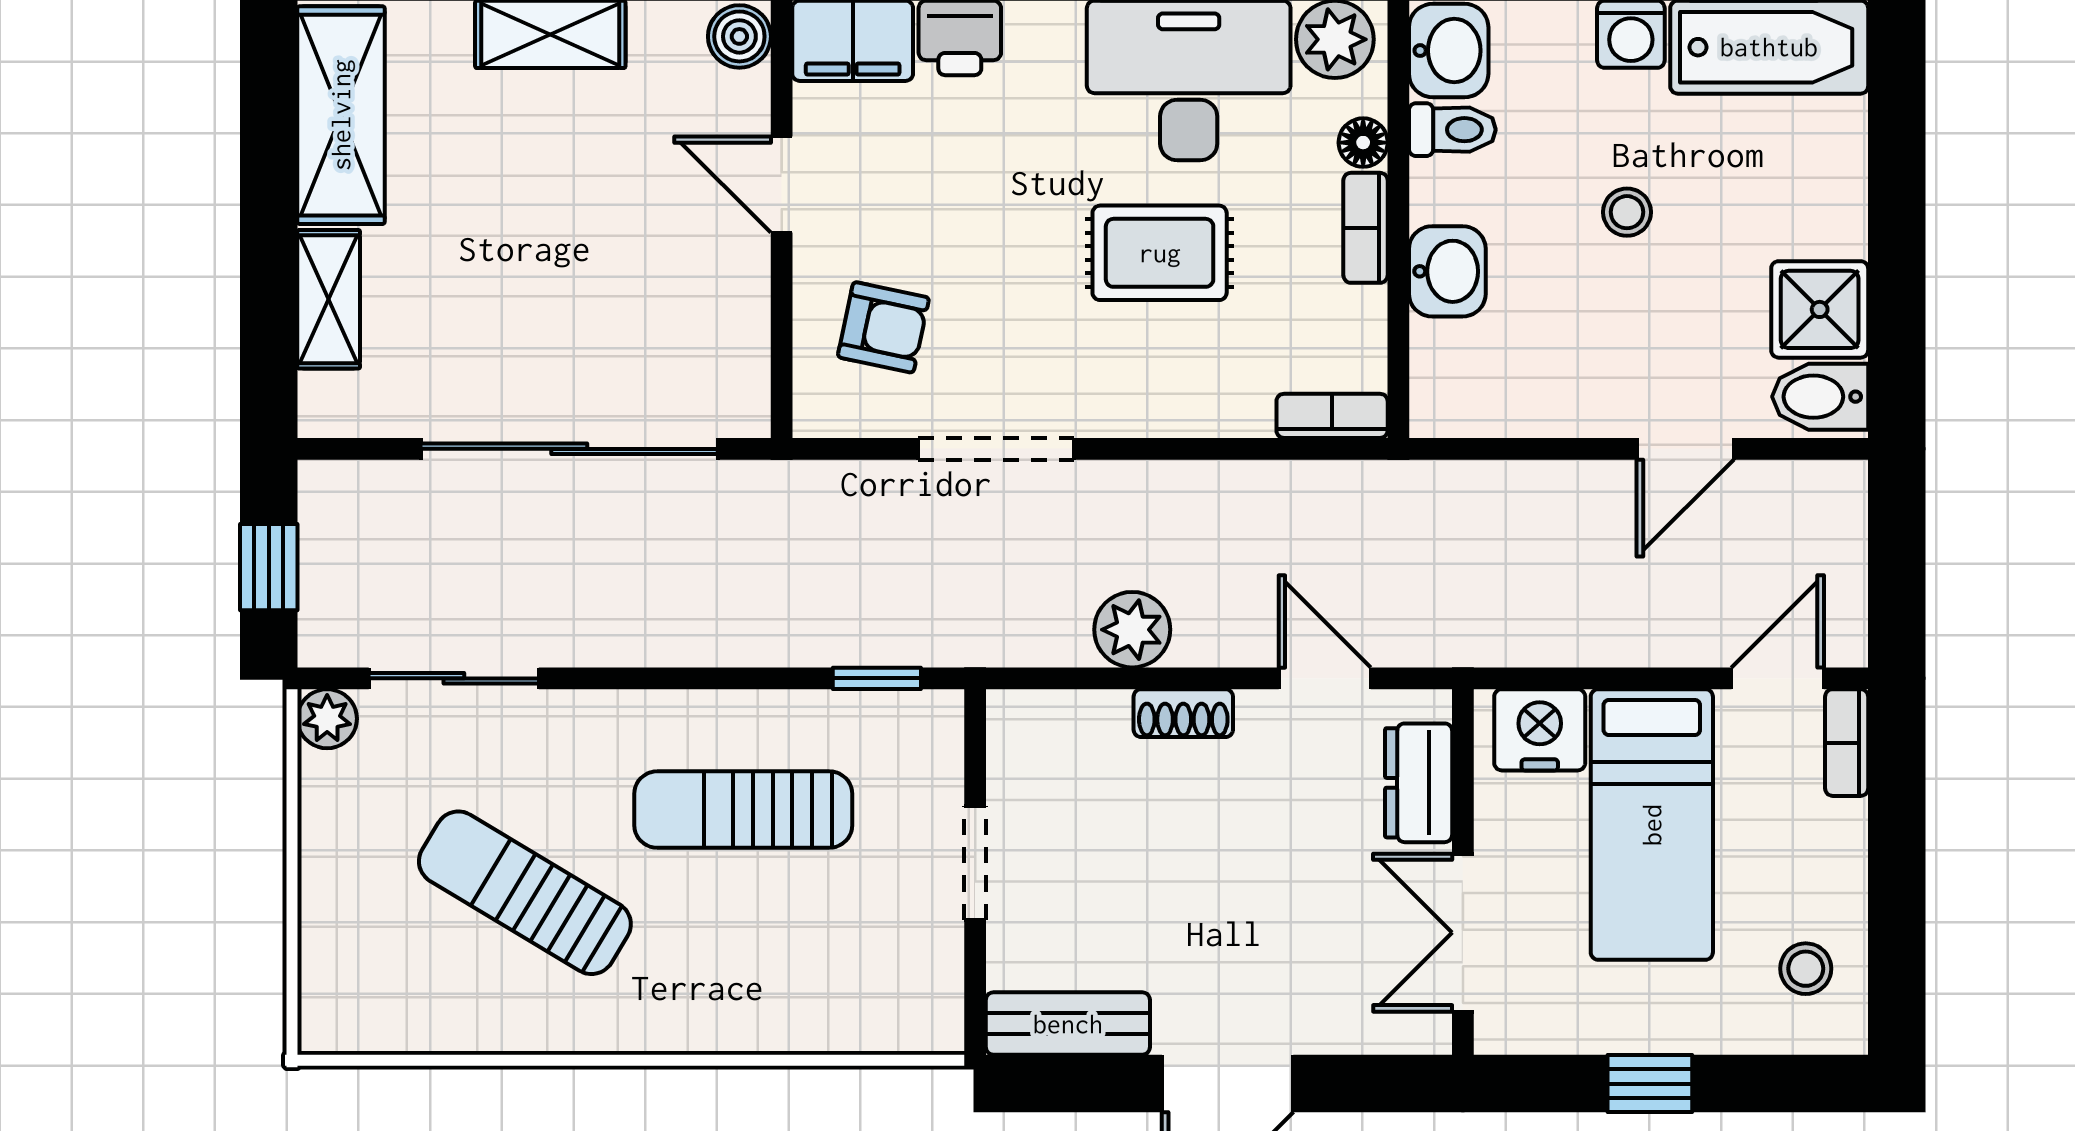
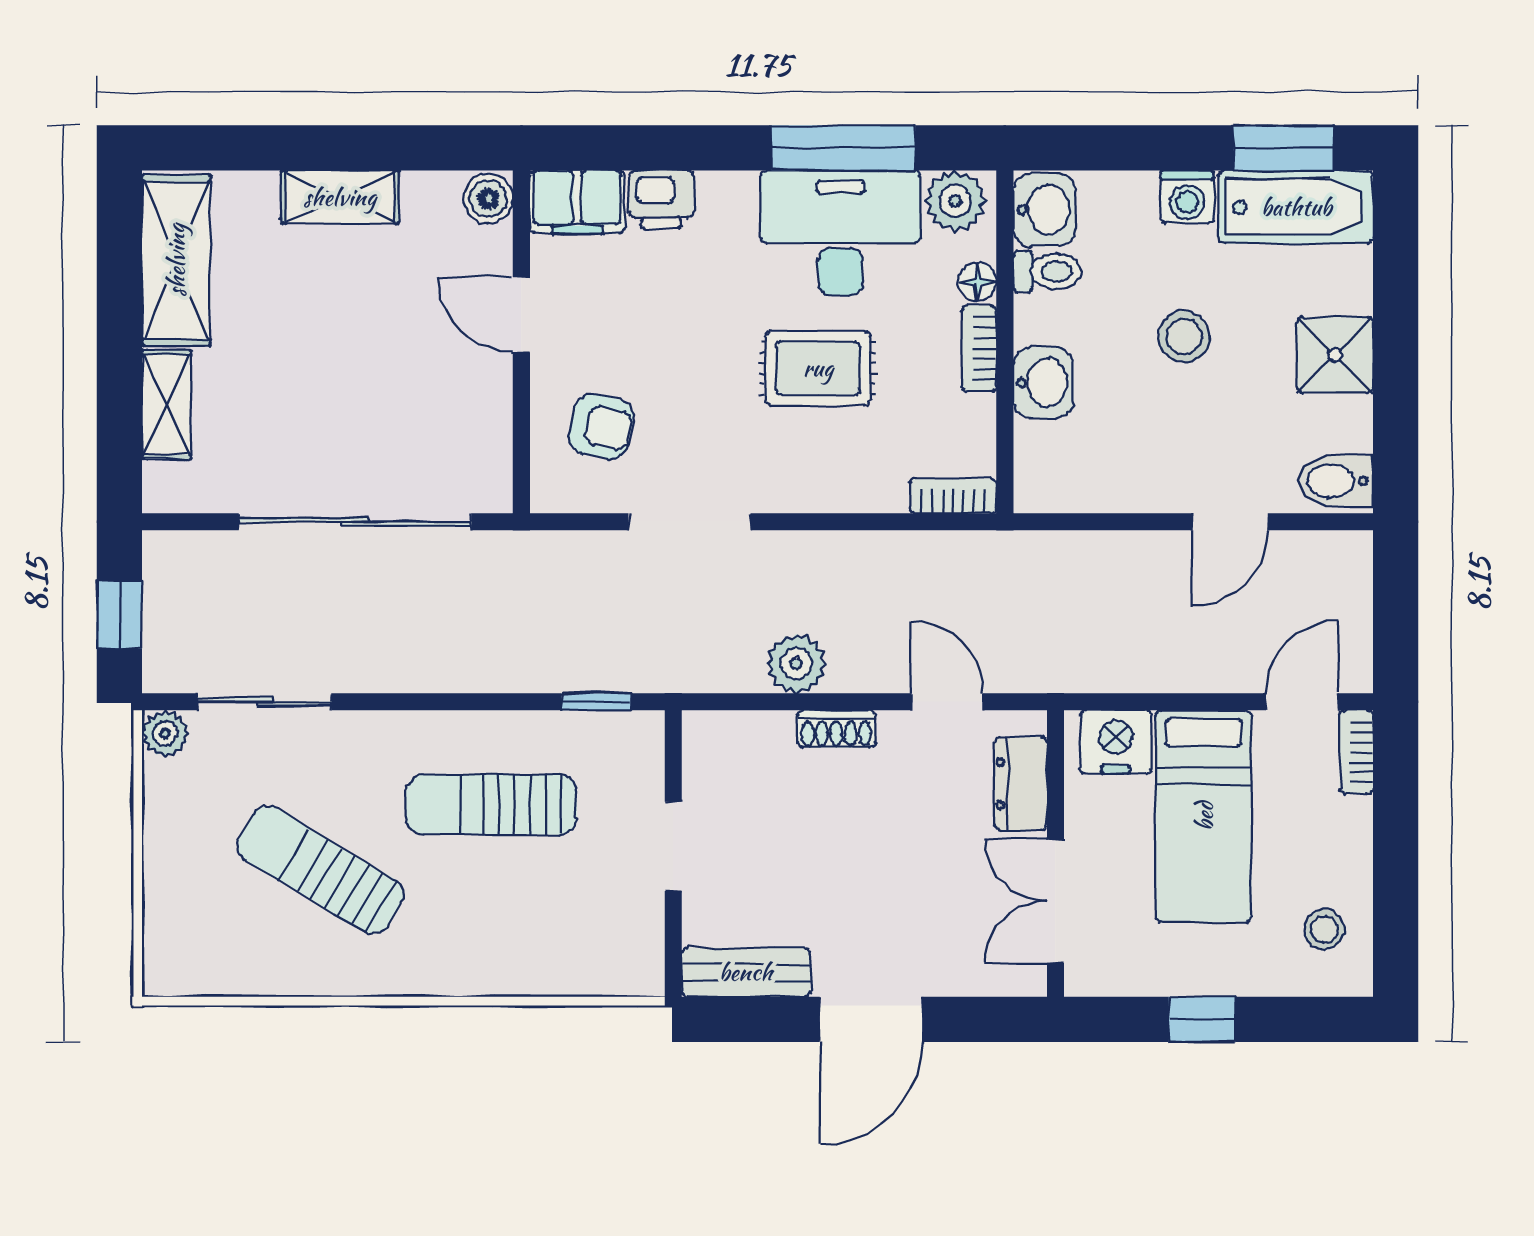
stool: (1627, 212) -> (1184, 336), width x1.37, depth x1.37
shower: (1820, 309) -> (1335, 355), moved

